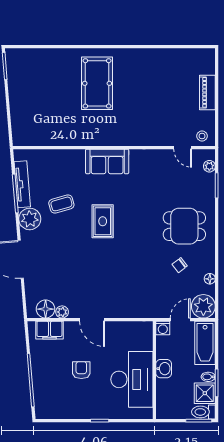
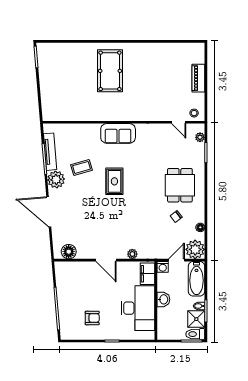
dining table: (184, 226) -> (180, 185), turned 90
plant: (62, 312) -> (132, 254), moved
filing cabinet: (49, 330) -> (148, 274), moved, turned 90
armchair: (81, 370) -> (92, 318), moved, turned 90

